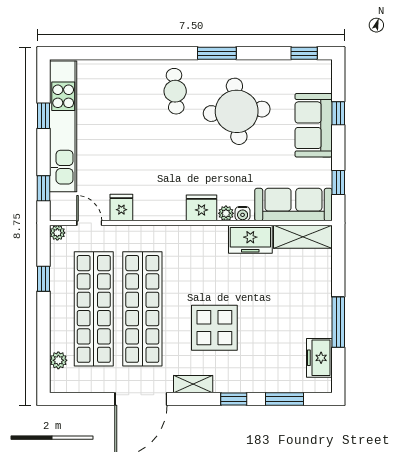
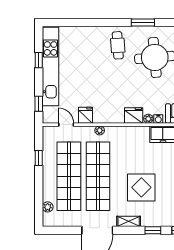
plant: (57, 233) -> (100, 130), moved

